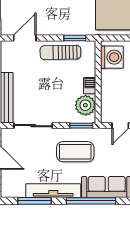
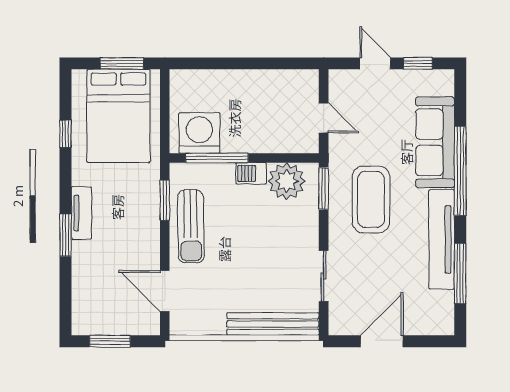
window: (98, 67) -> (217, 158), added
sliding door: (33, 126) -> (324, 276), width x0.73

